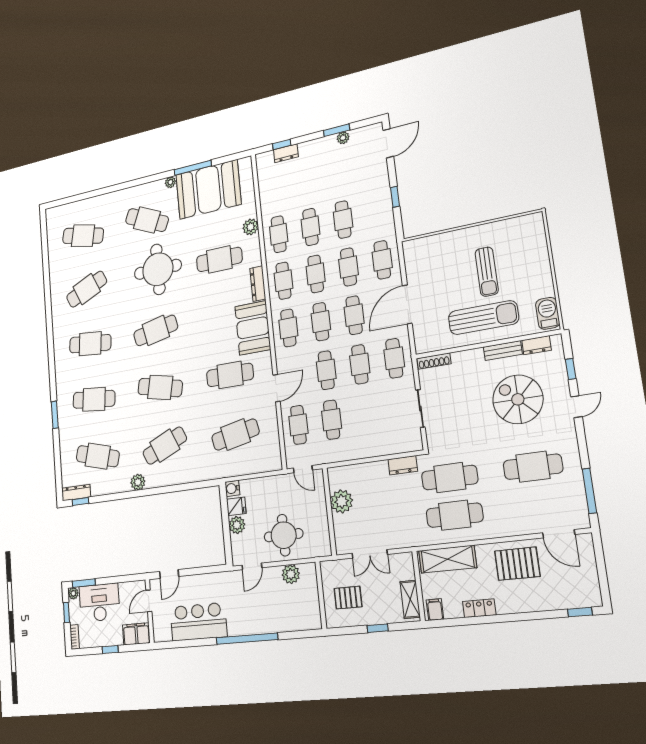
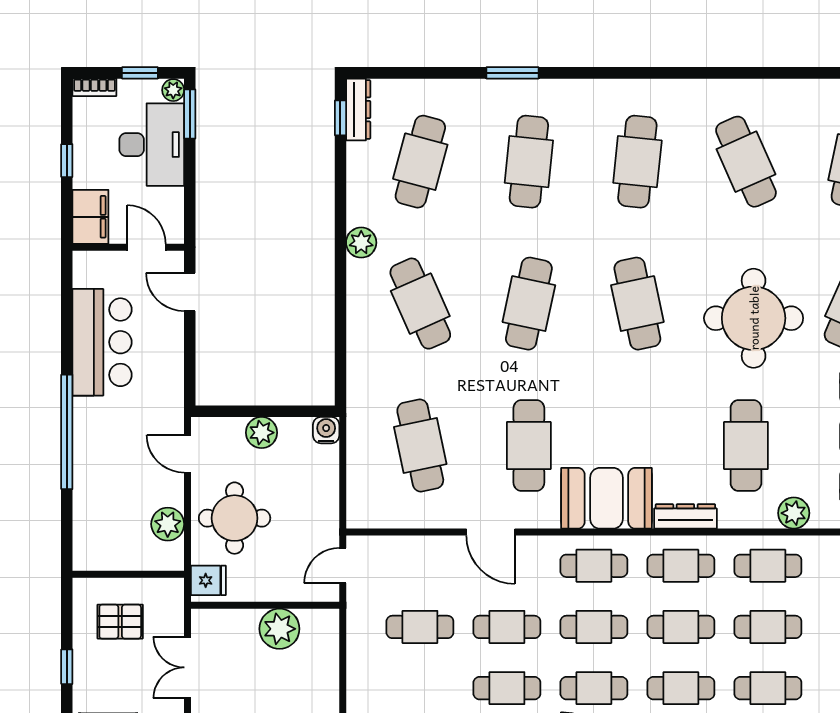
cafe table: (298, 425) -> (420, 566), removed
fridge: (236, 506) -> (208, 580), moved, turned -90
pallet: (348, 598) -> (120, 622), turned 90

